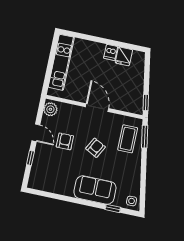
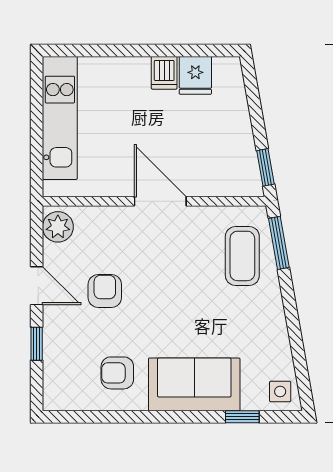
armchair: (96, 148) -> (117, 373), moved, turned -118

